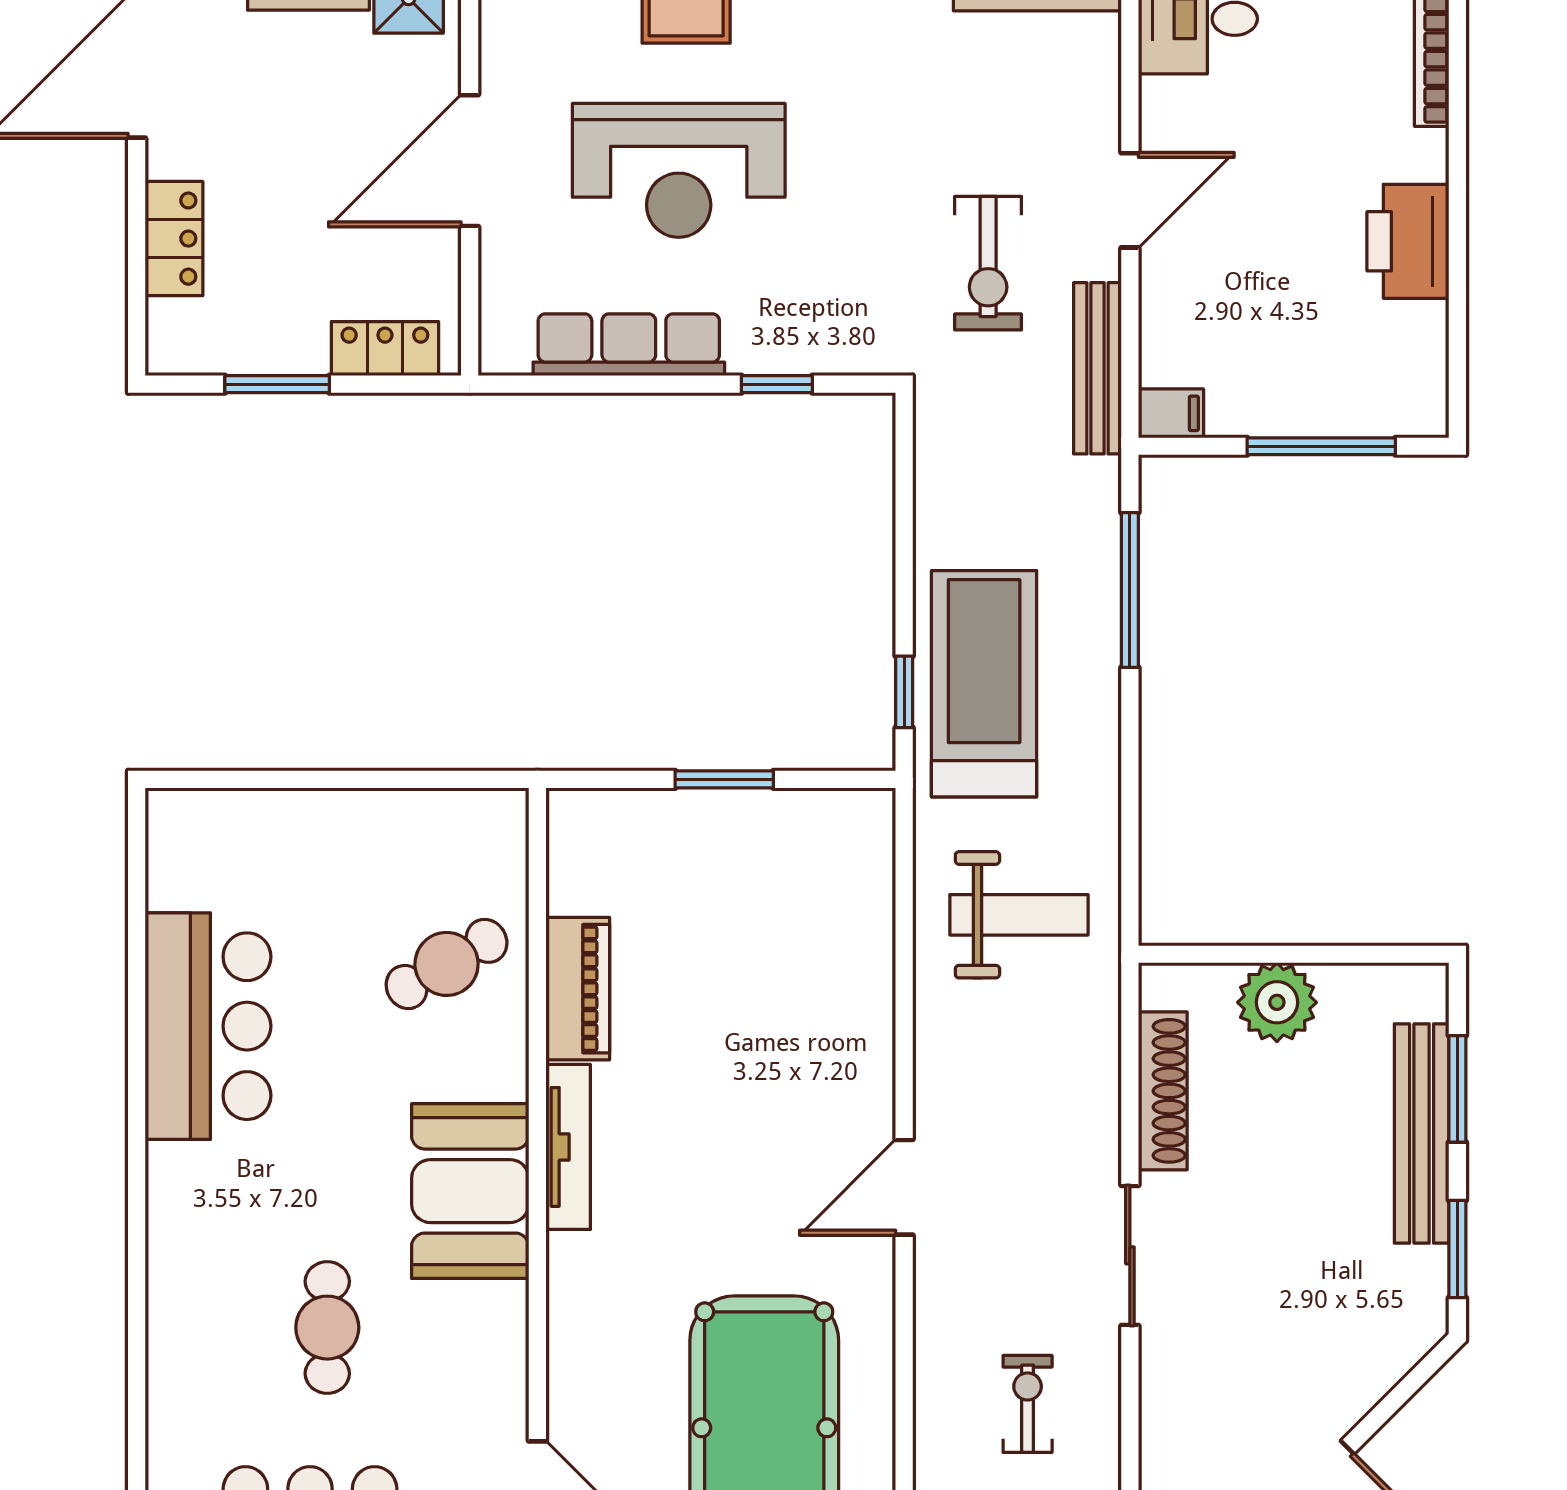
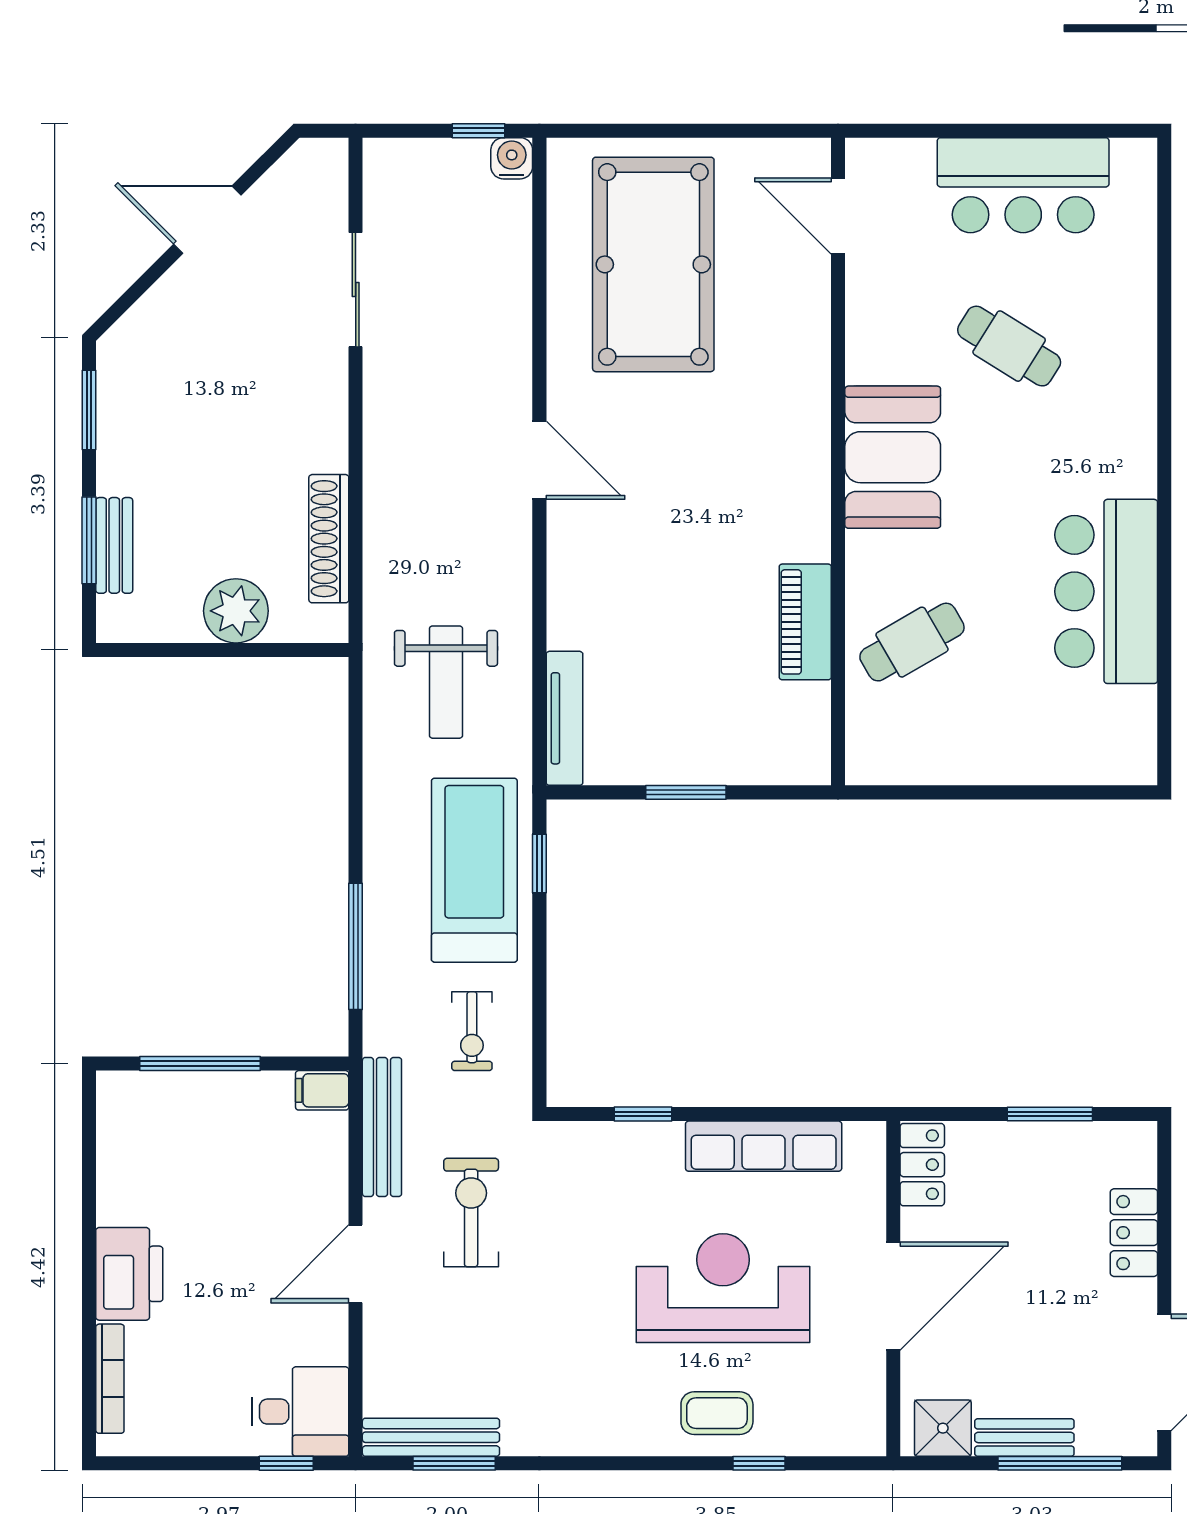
printer: (1408, 241) -> (129, 1274), moved
locker: (385, 349) -> (922, 1165), moved, turned -90
treadmill: (984, 684) -> (474, 870), turned 180
weight bench: (1019, 915) -> (446, 682), turned -90
bench: (1422, 1134) -> (114, 545), width x0.54, depth x0.82
tv unit: (568, 1147) -> (564, 718), moved, turned 180
door: (904, 1187) -> (539, 460), hinge flipped
sliding door: (1130, 1255) -> (356, 290), moved
cafe table: (327, 1328) -> (1009, 346), turned -58
exercise bike: (1028, 1404) -> (472, 1031), moved

